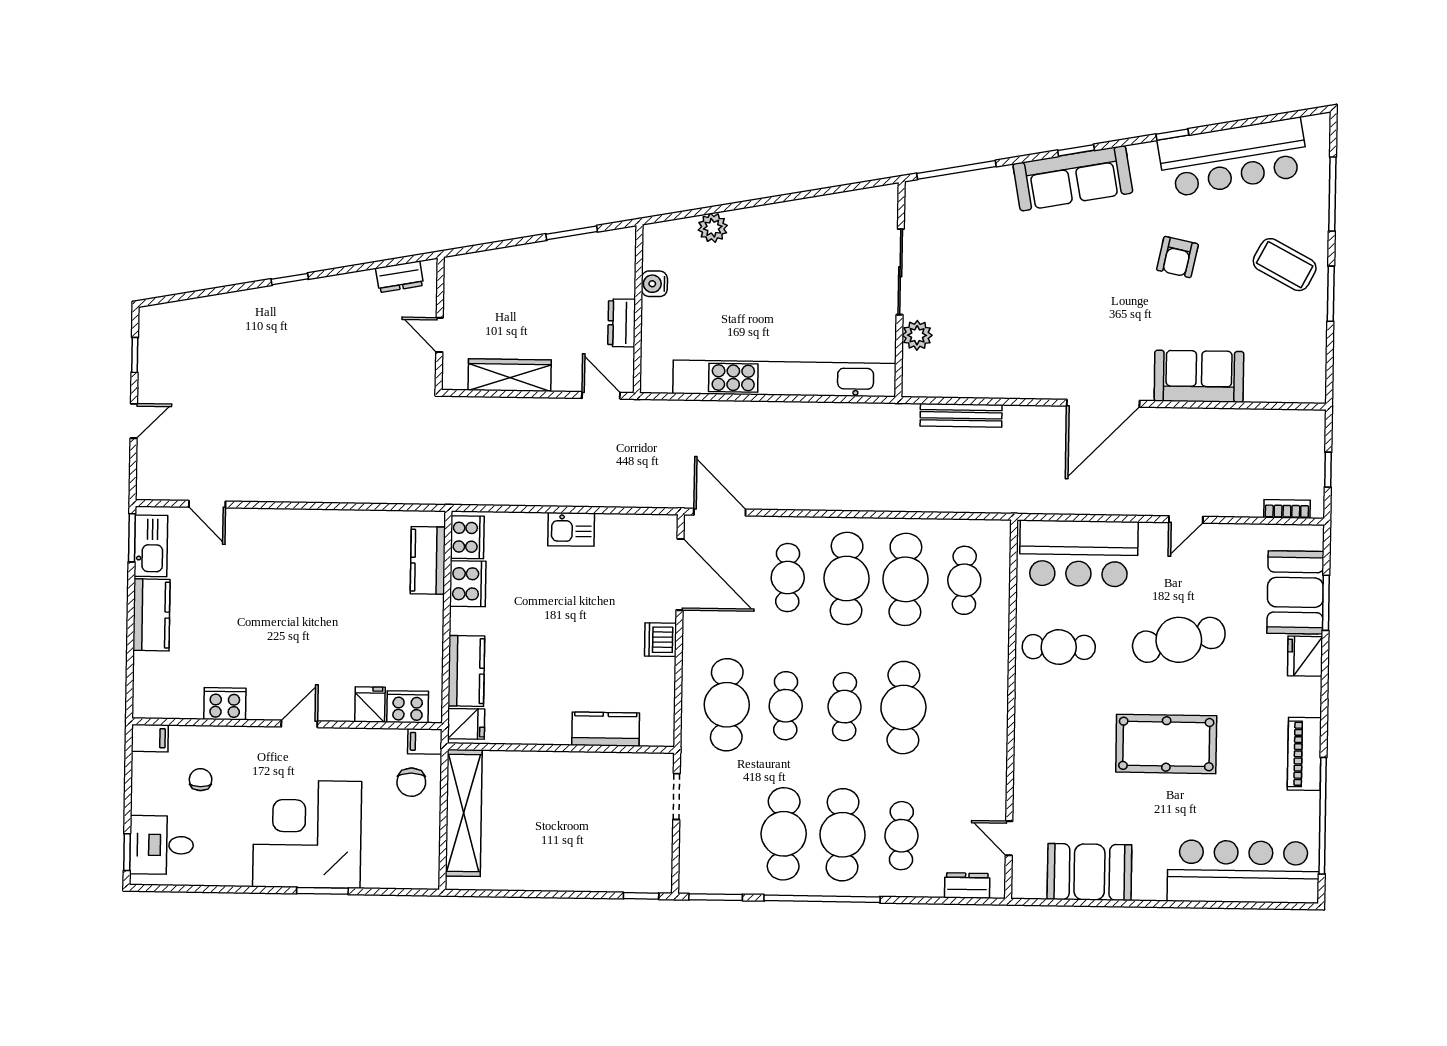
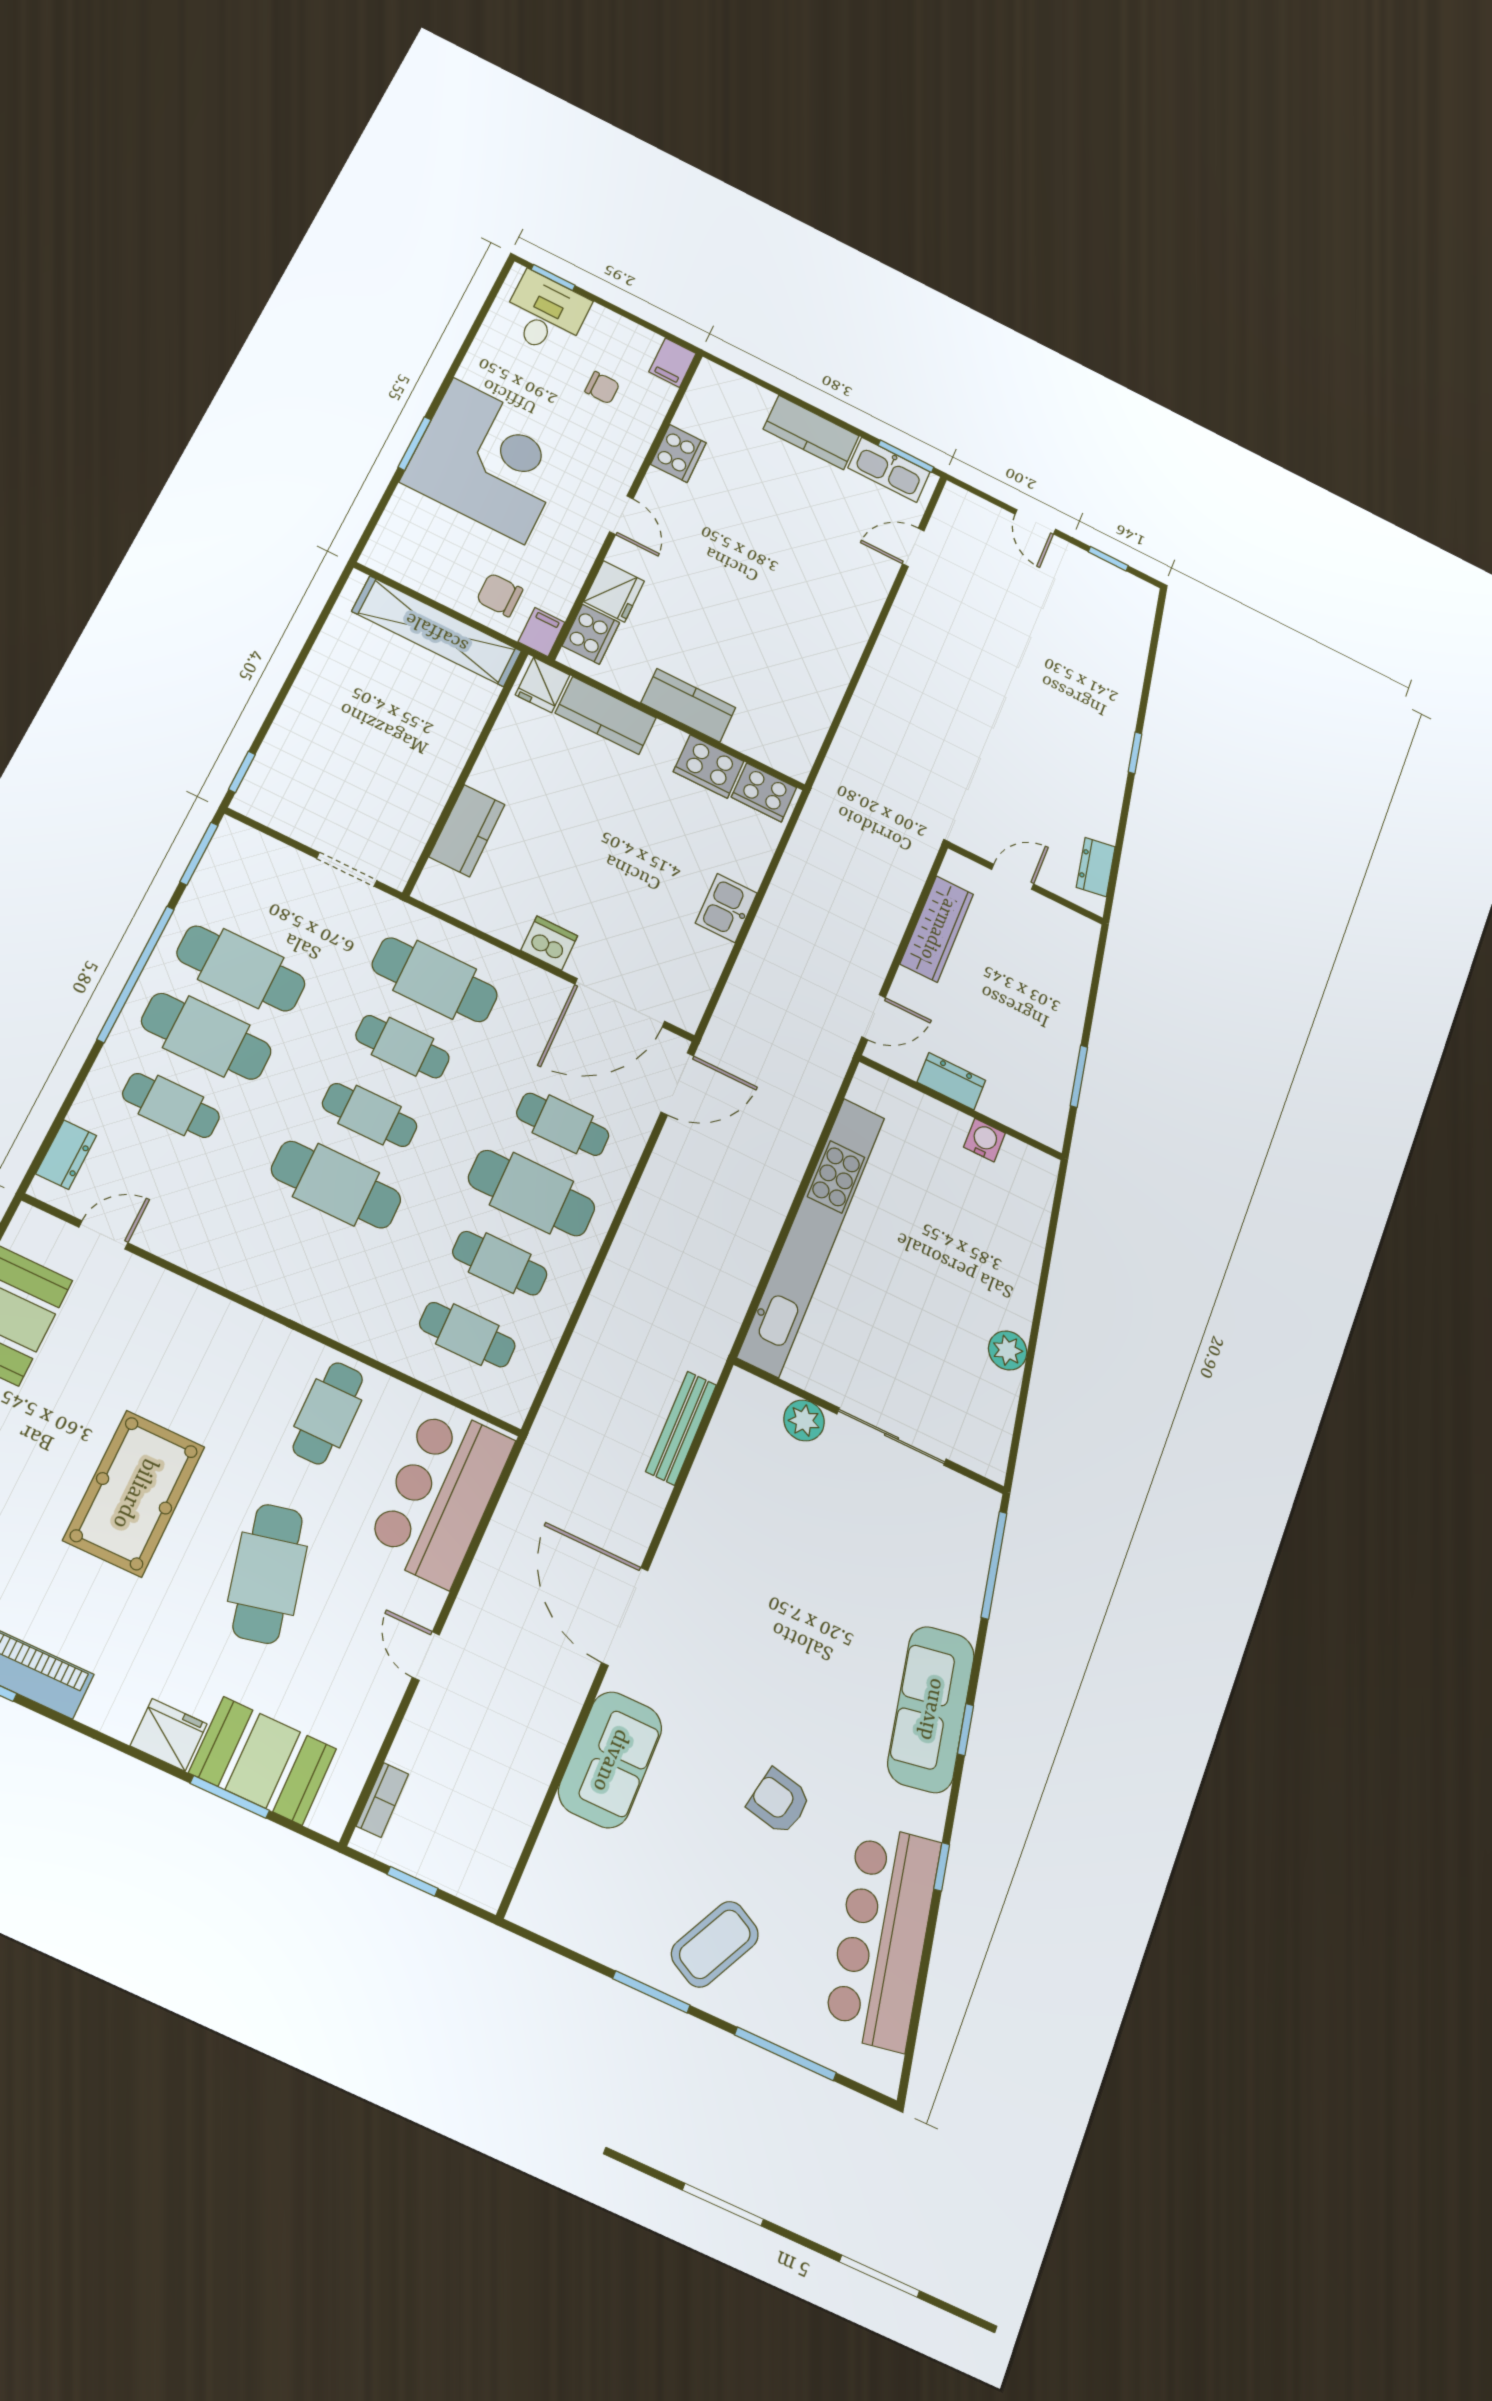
plant: (713, 228) -> (1008, 1350), moved
kitchen counter: (428, 560) -> (688, 705), moved
cafe table: (905, 579) -> (500, 1263), width x0.73, depth x0.74
fridge: (370, 704) -> (614, 591), width x1.38

